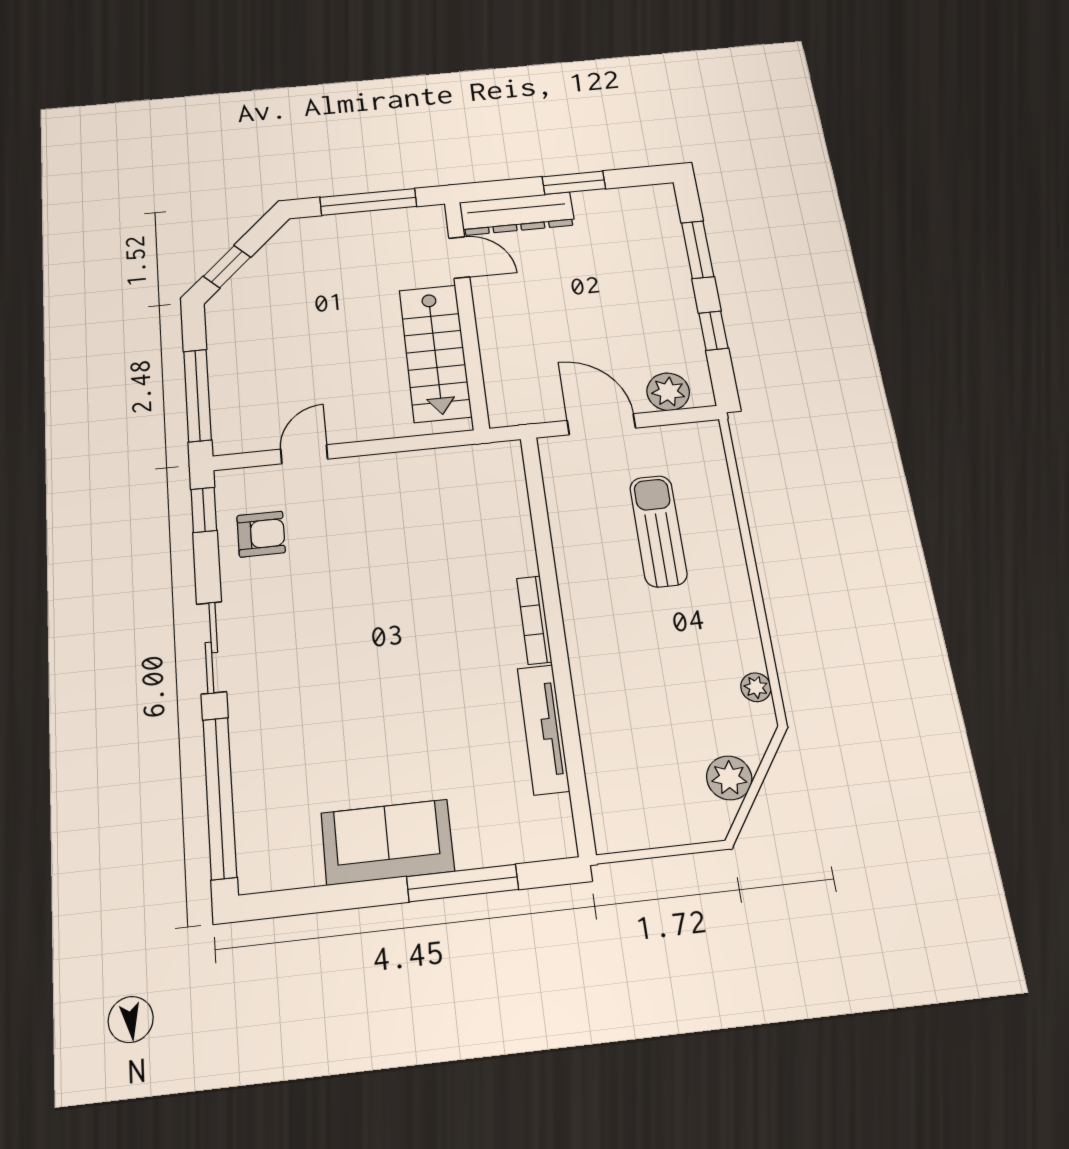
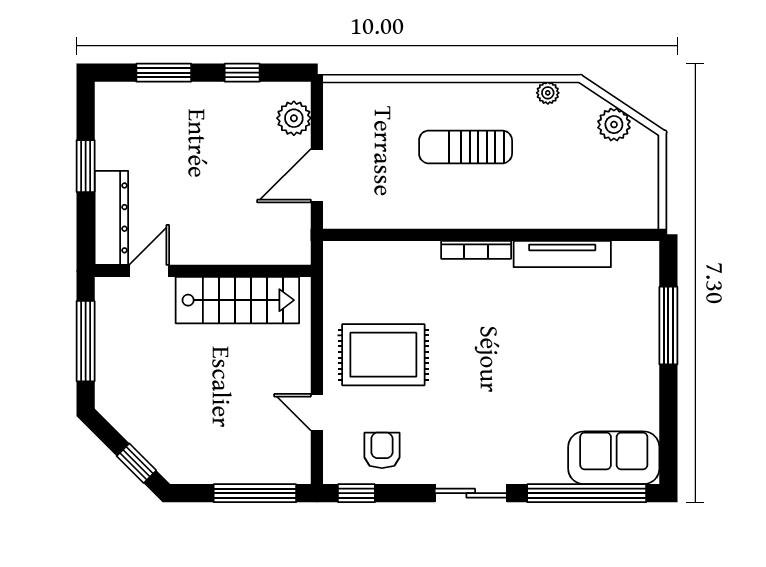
rug: (385, 523) -> (383, 355), added
sun lounger: (658, 531) -> (466, 147), moved
sofa: (387, 842) -> (614, 458), moved, turned 90

